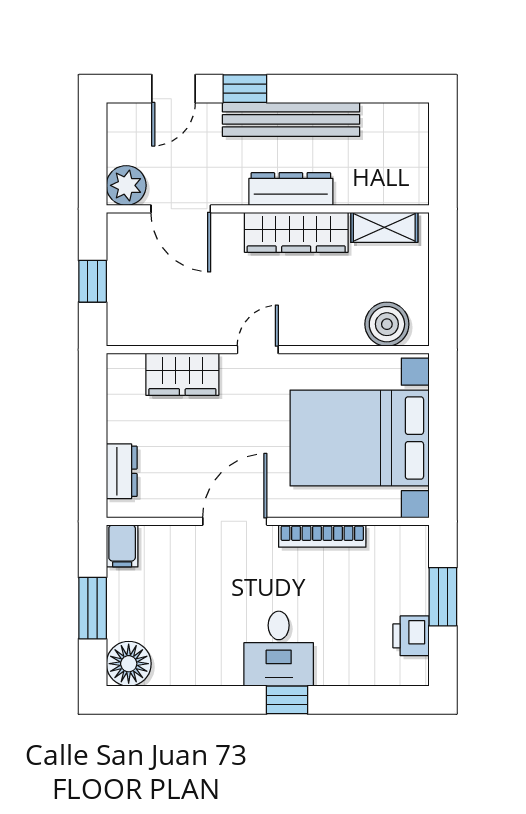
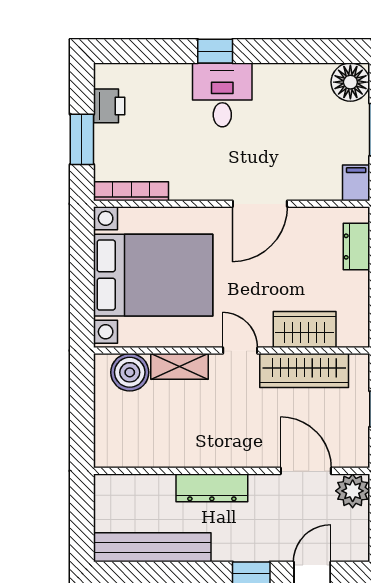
bench: (291, 119) -> (152, 547), moved
shelving: (384, 227) -> (180, 366), moved
wardrobe: (296, 232) -> (304, 371), moved, turned 180
door: (258, 350) -> (240, 351), swing flipped
bookcase: (322, 536) -> (131, 191), moved

